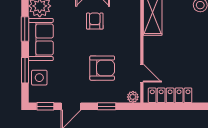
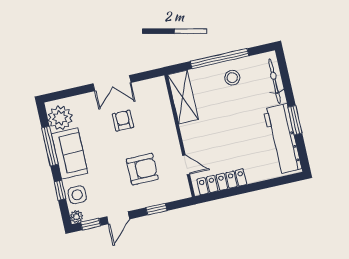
window: (25, 29) -> (50, 146), width x1.44
window: (25, 70) -> (60, 190), width x0.67
plant: (133, 97) -> (77, 217), moved

